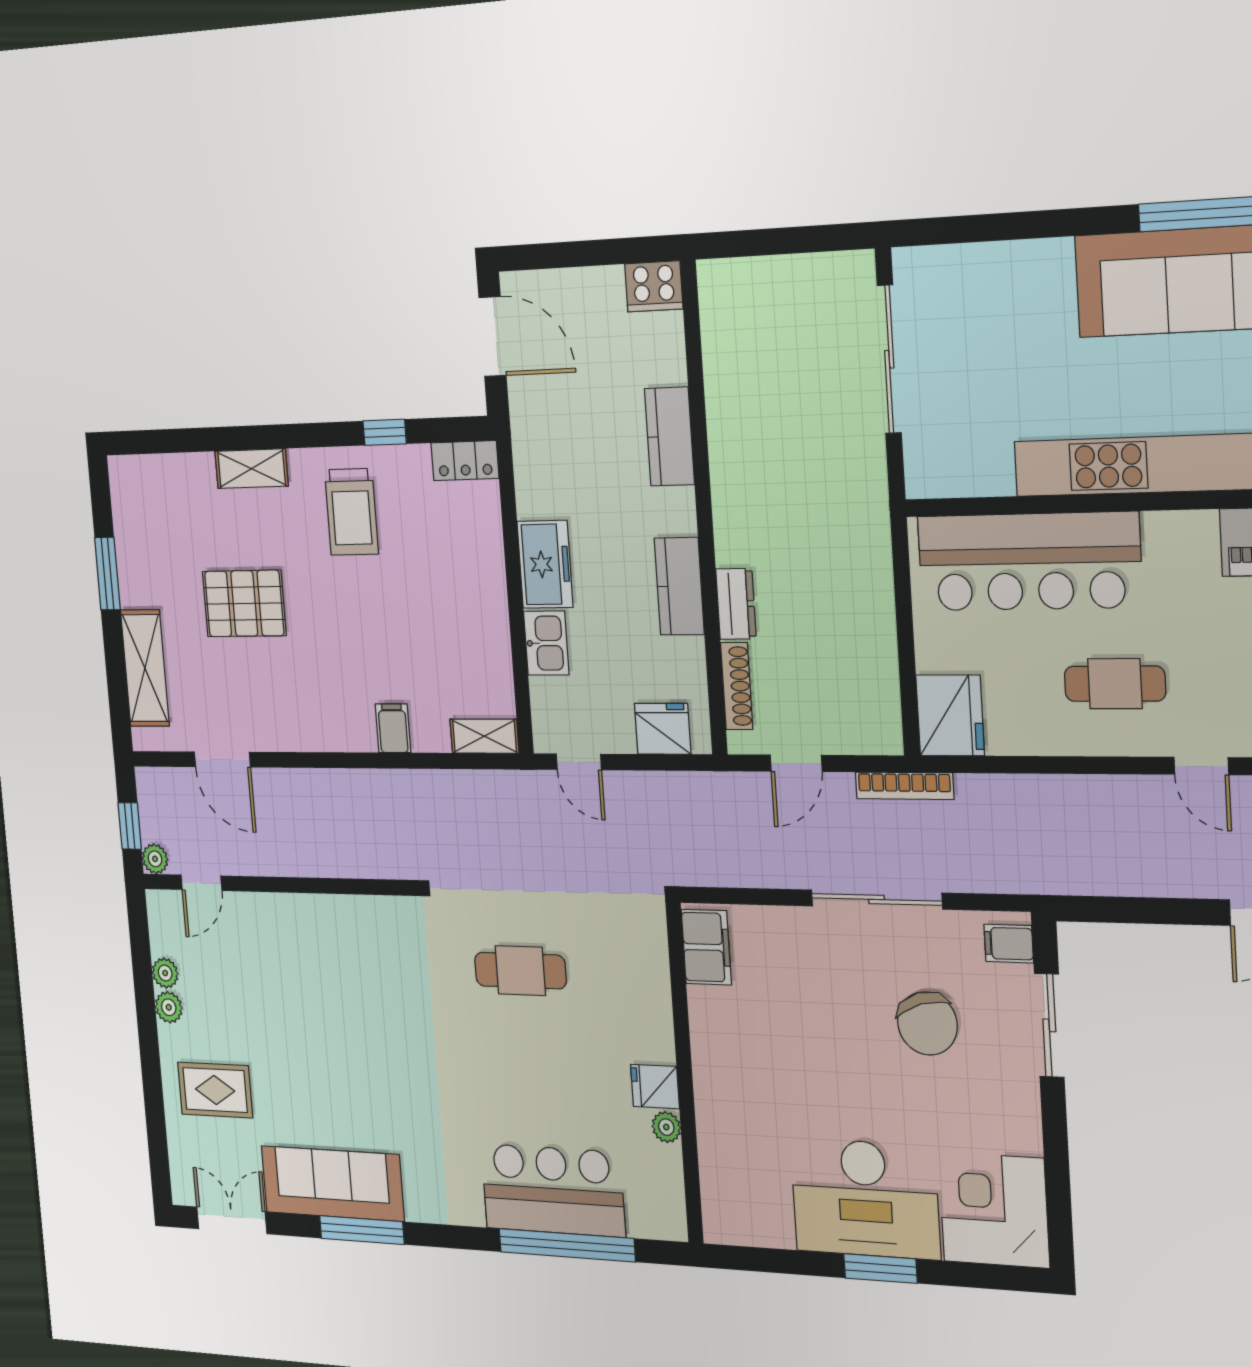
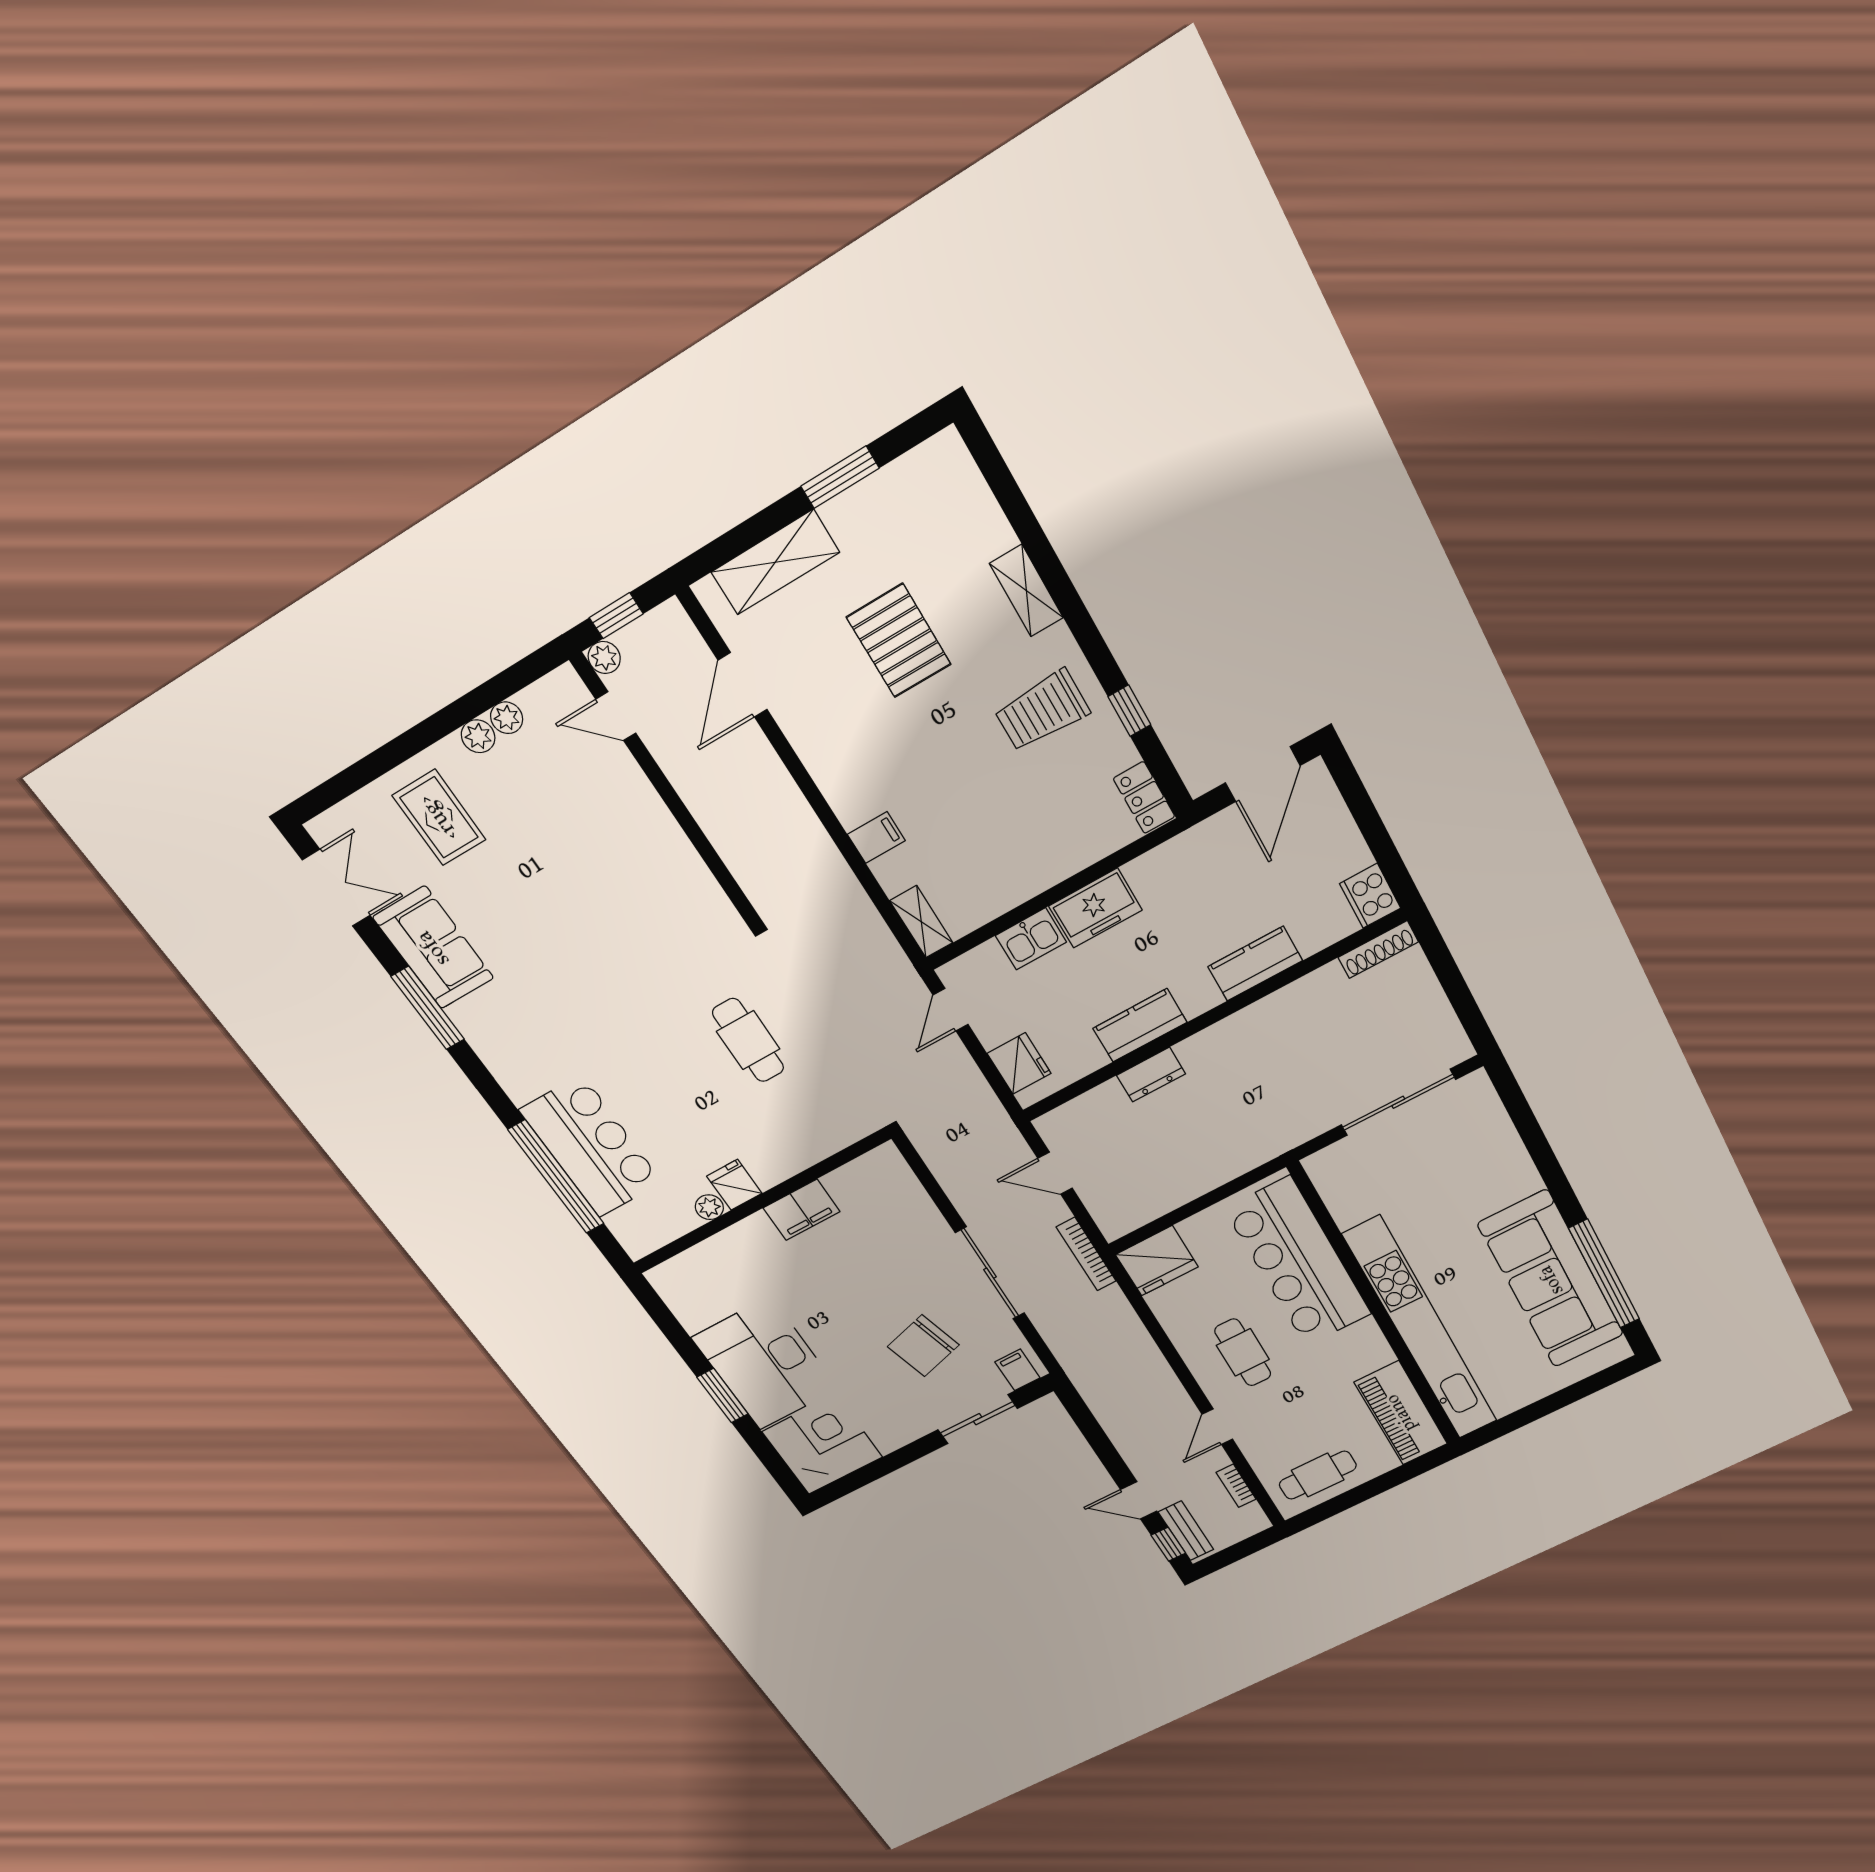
shoe rack: (737, 686) -> (1378, 950), moved
filing cabinet: (706, 947) -> (802, 1210), moved
sofa: (332, 1183) -> (433, 948), width x0.73

